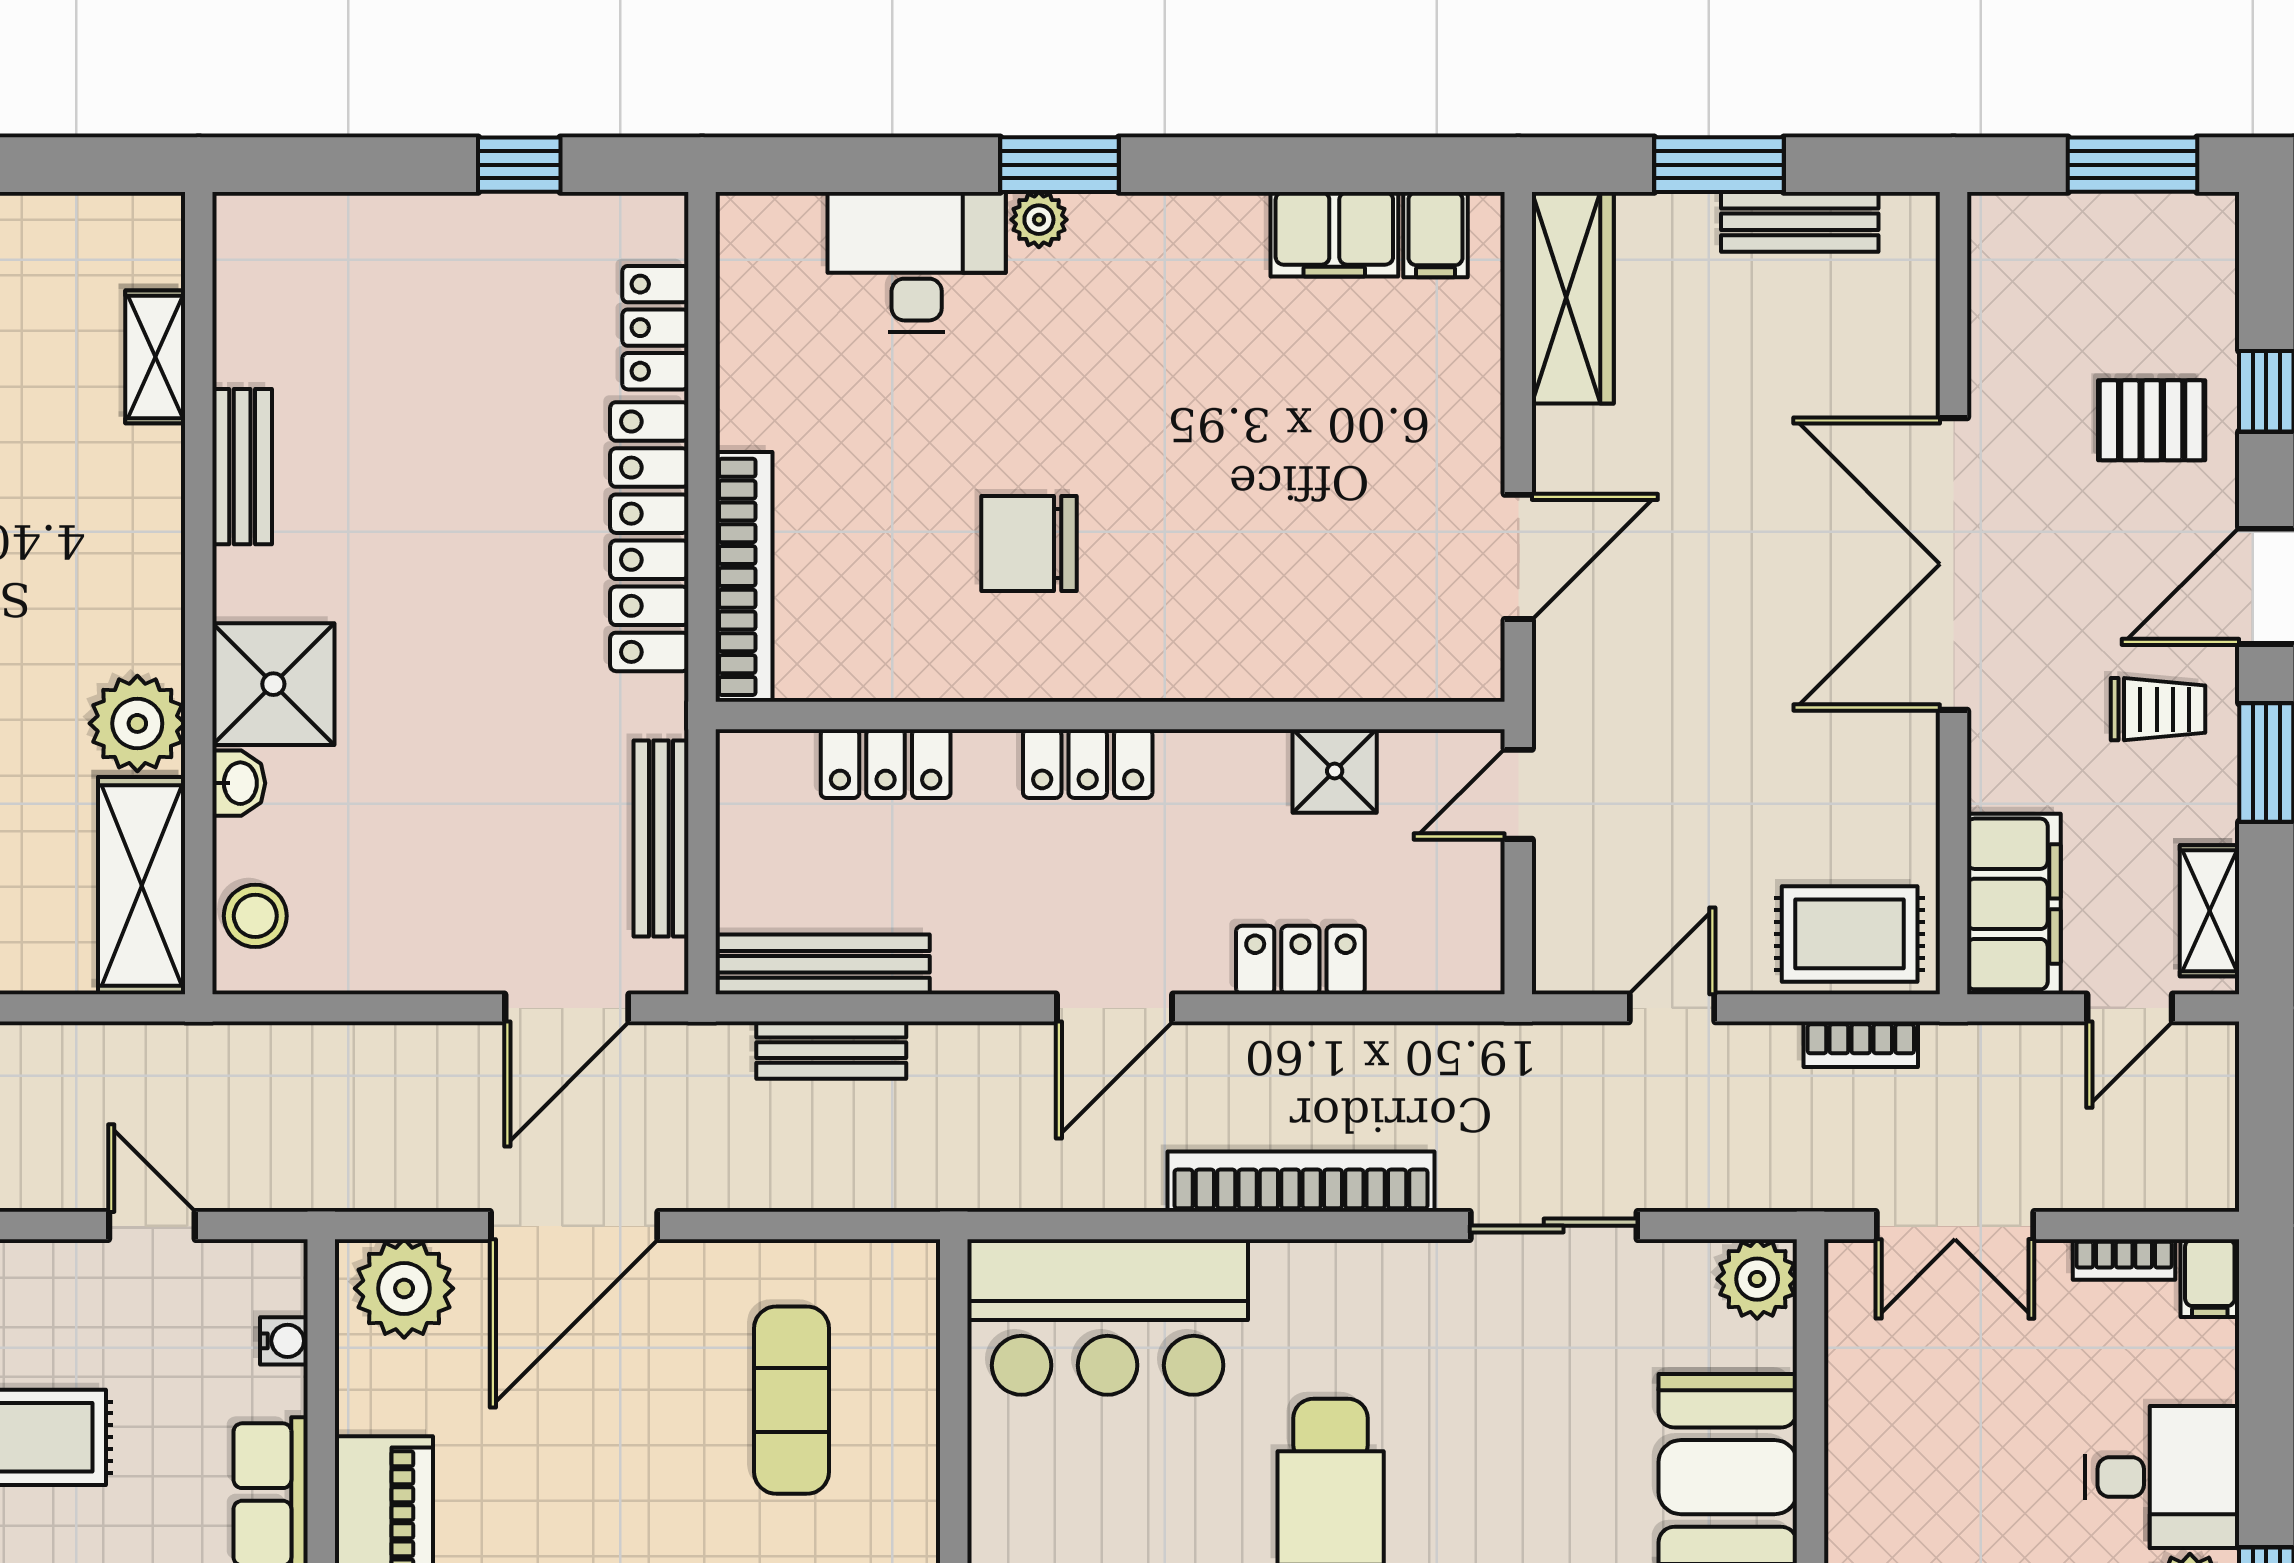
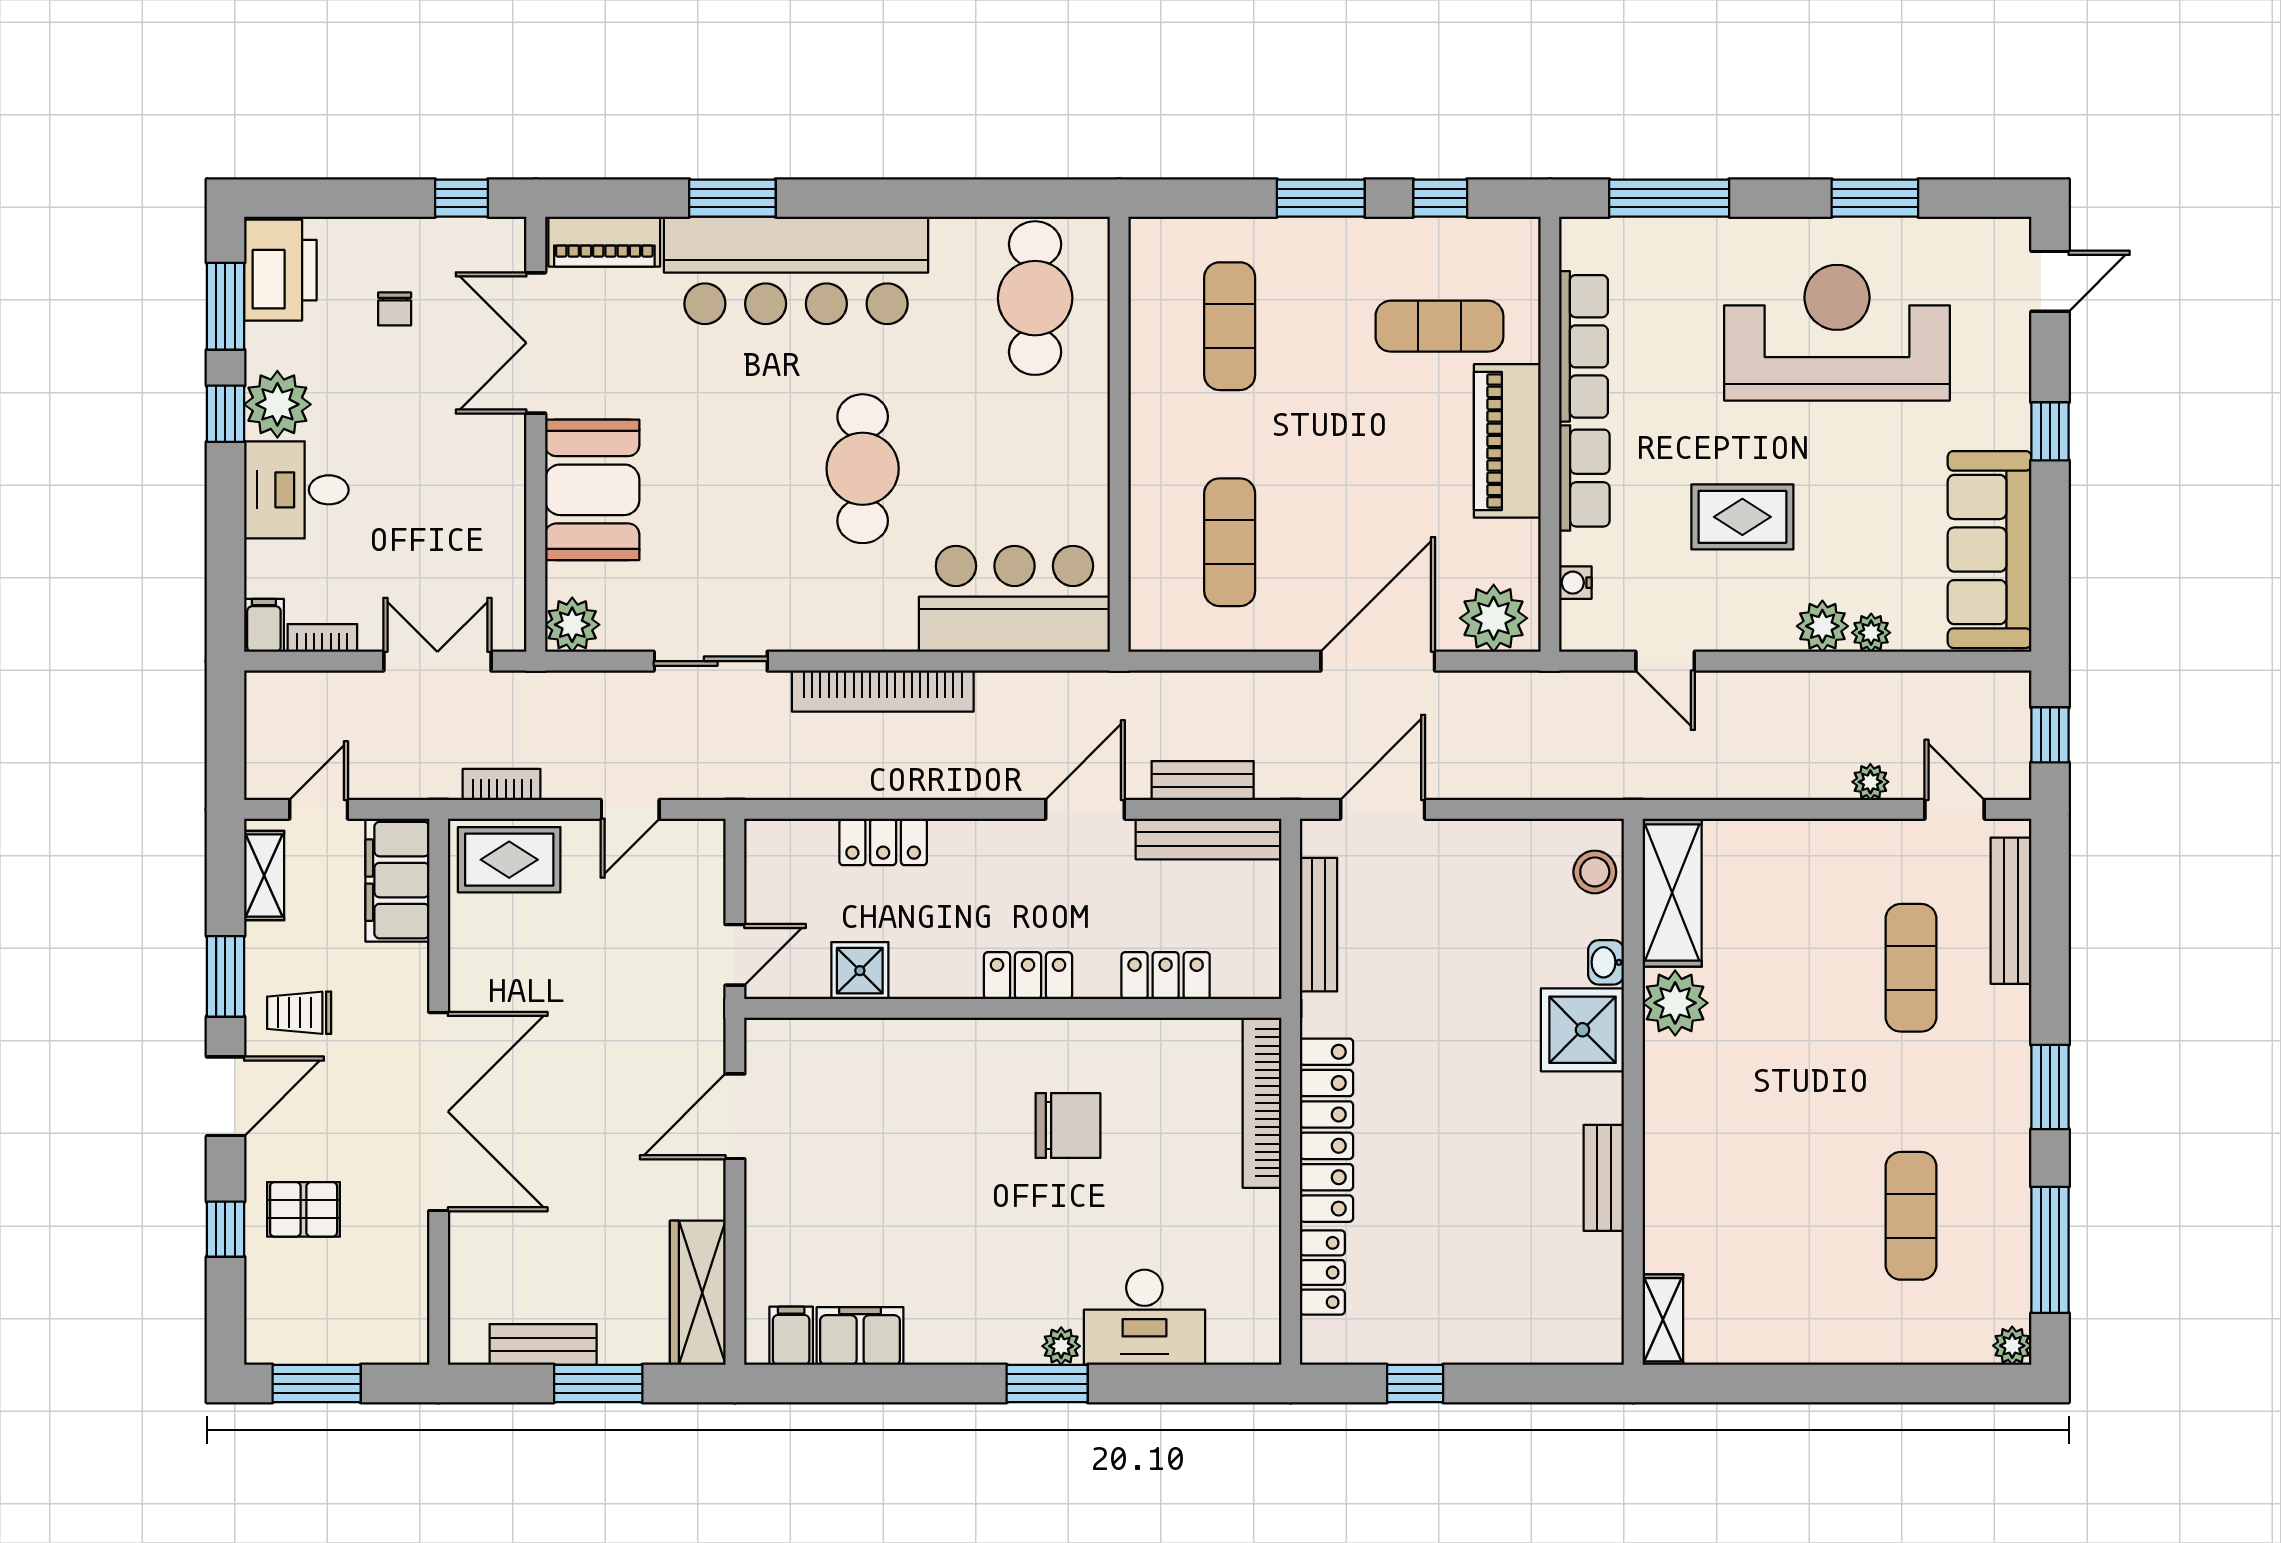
shelving: (155, 357) -> (1663, 1320), moved
door: (1114, 1008) -> (1085, 809), moved

